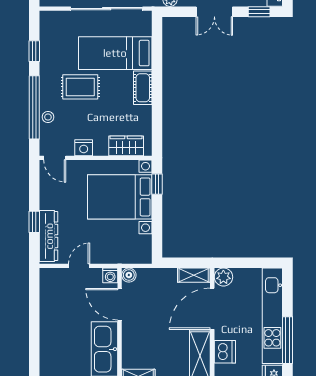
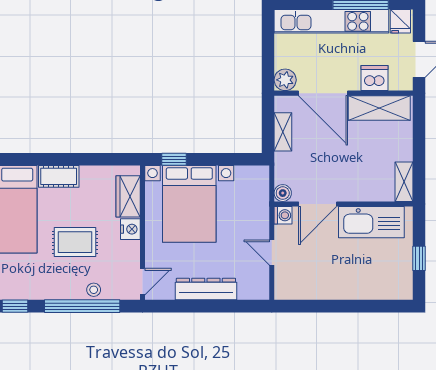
rug: (80, 87) -> (75, 242), moved, turned 90
nightstand: (84, 148) -> (130, 229), moved
window: (34, 222) -> (219, 306), removed
dresser: (49, 236) -> (206, 289), moved
shelving: (194, 275) -> (283, 132), moved

